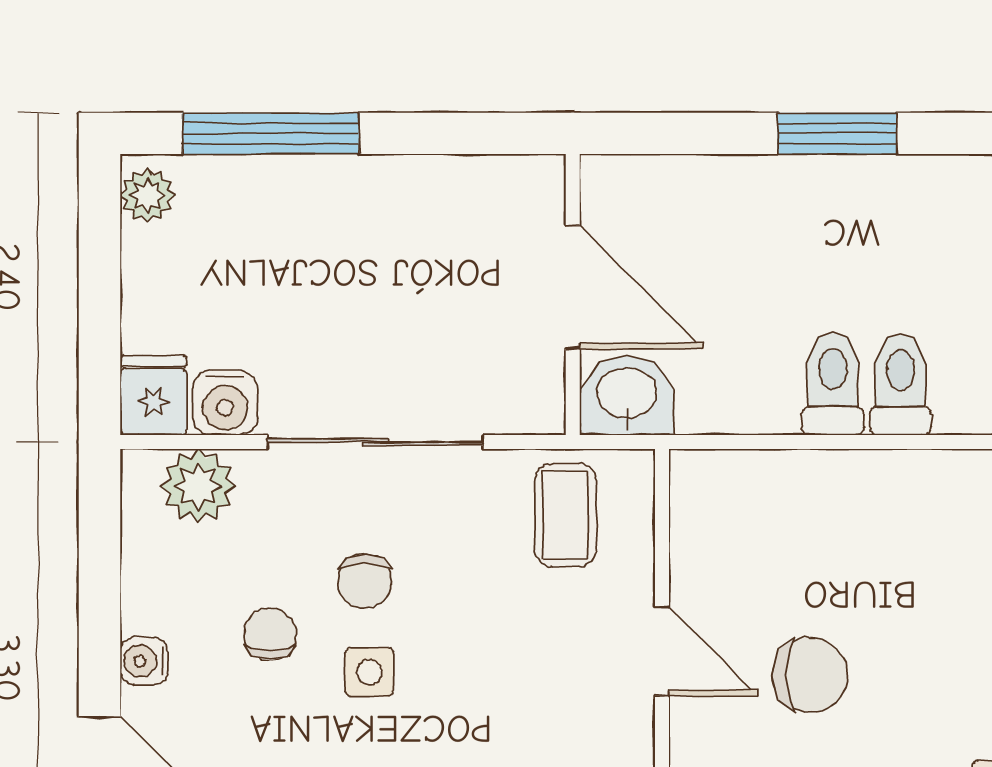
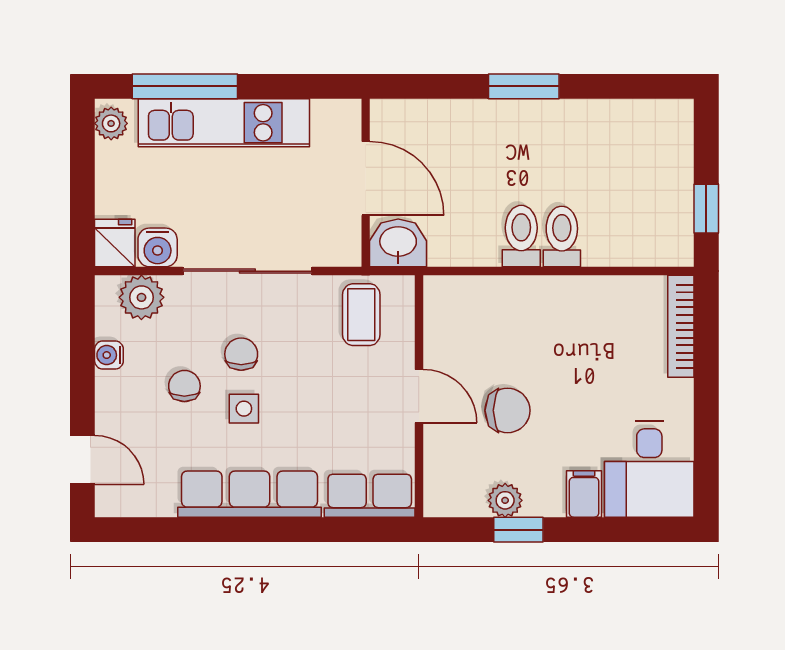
kitchen unit: (336, 194) -> (224, 123), added
chair: (365, 581) -> (241, 354), turned 180
water cooler: (144, 661) -> (109, 355), moved

